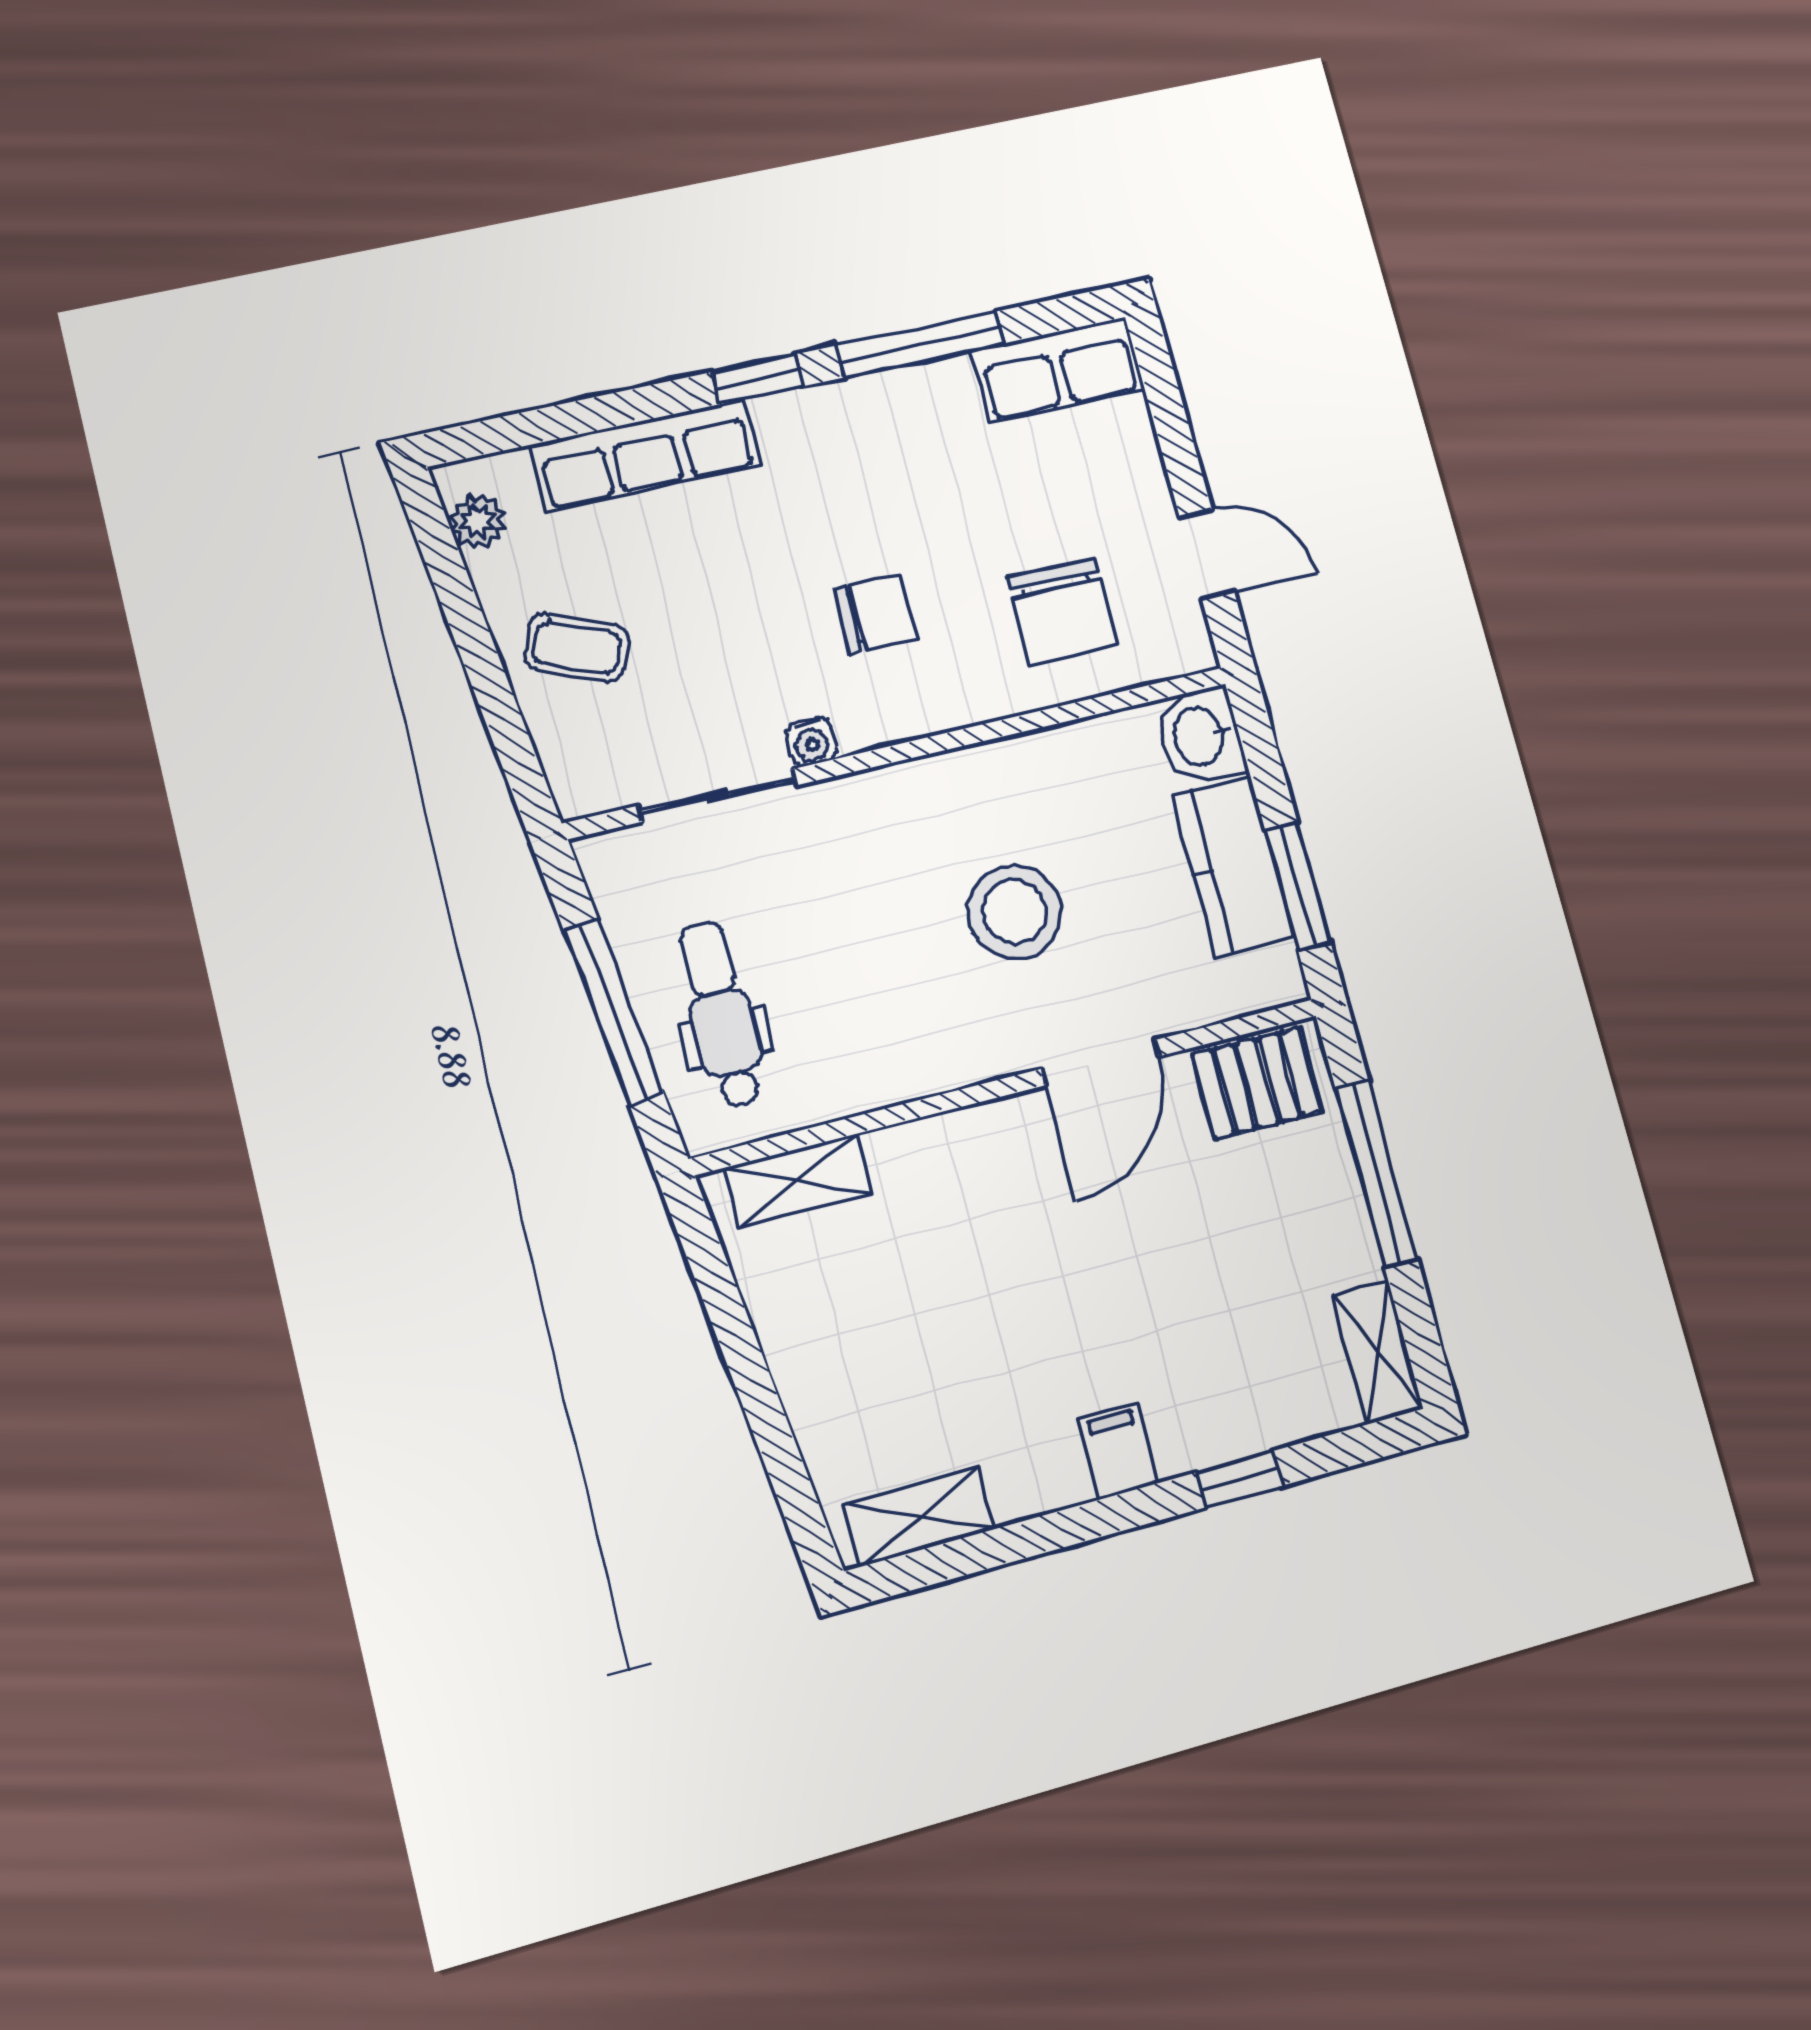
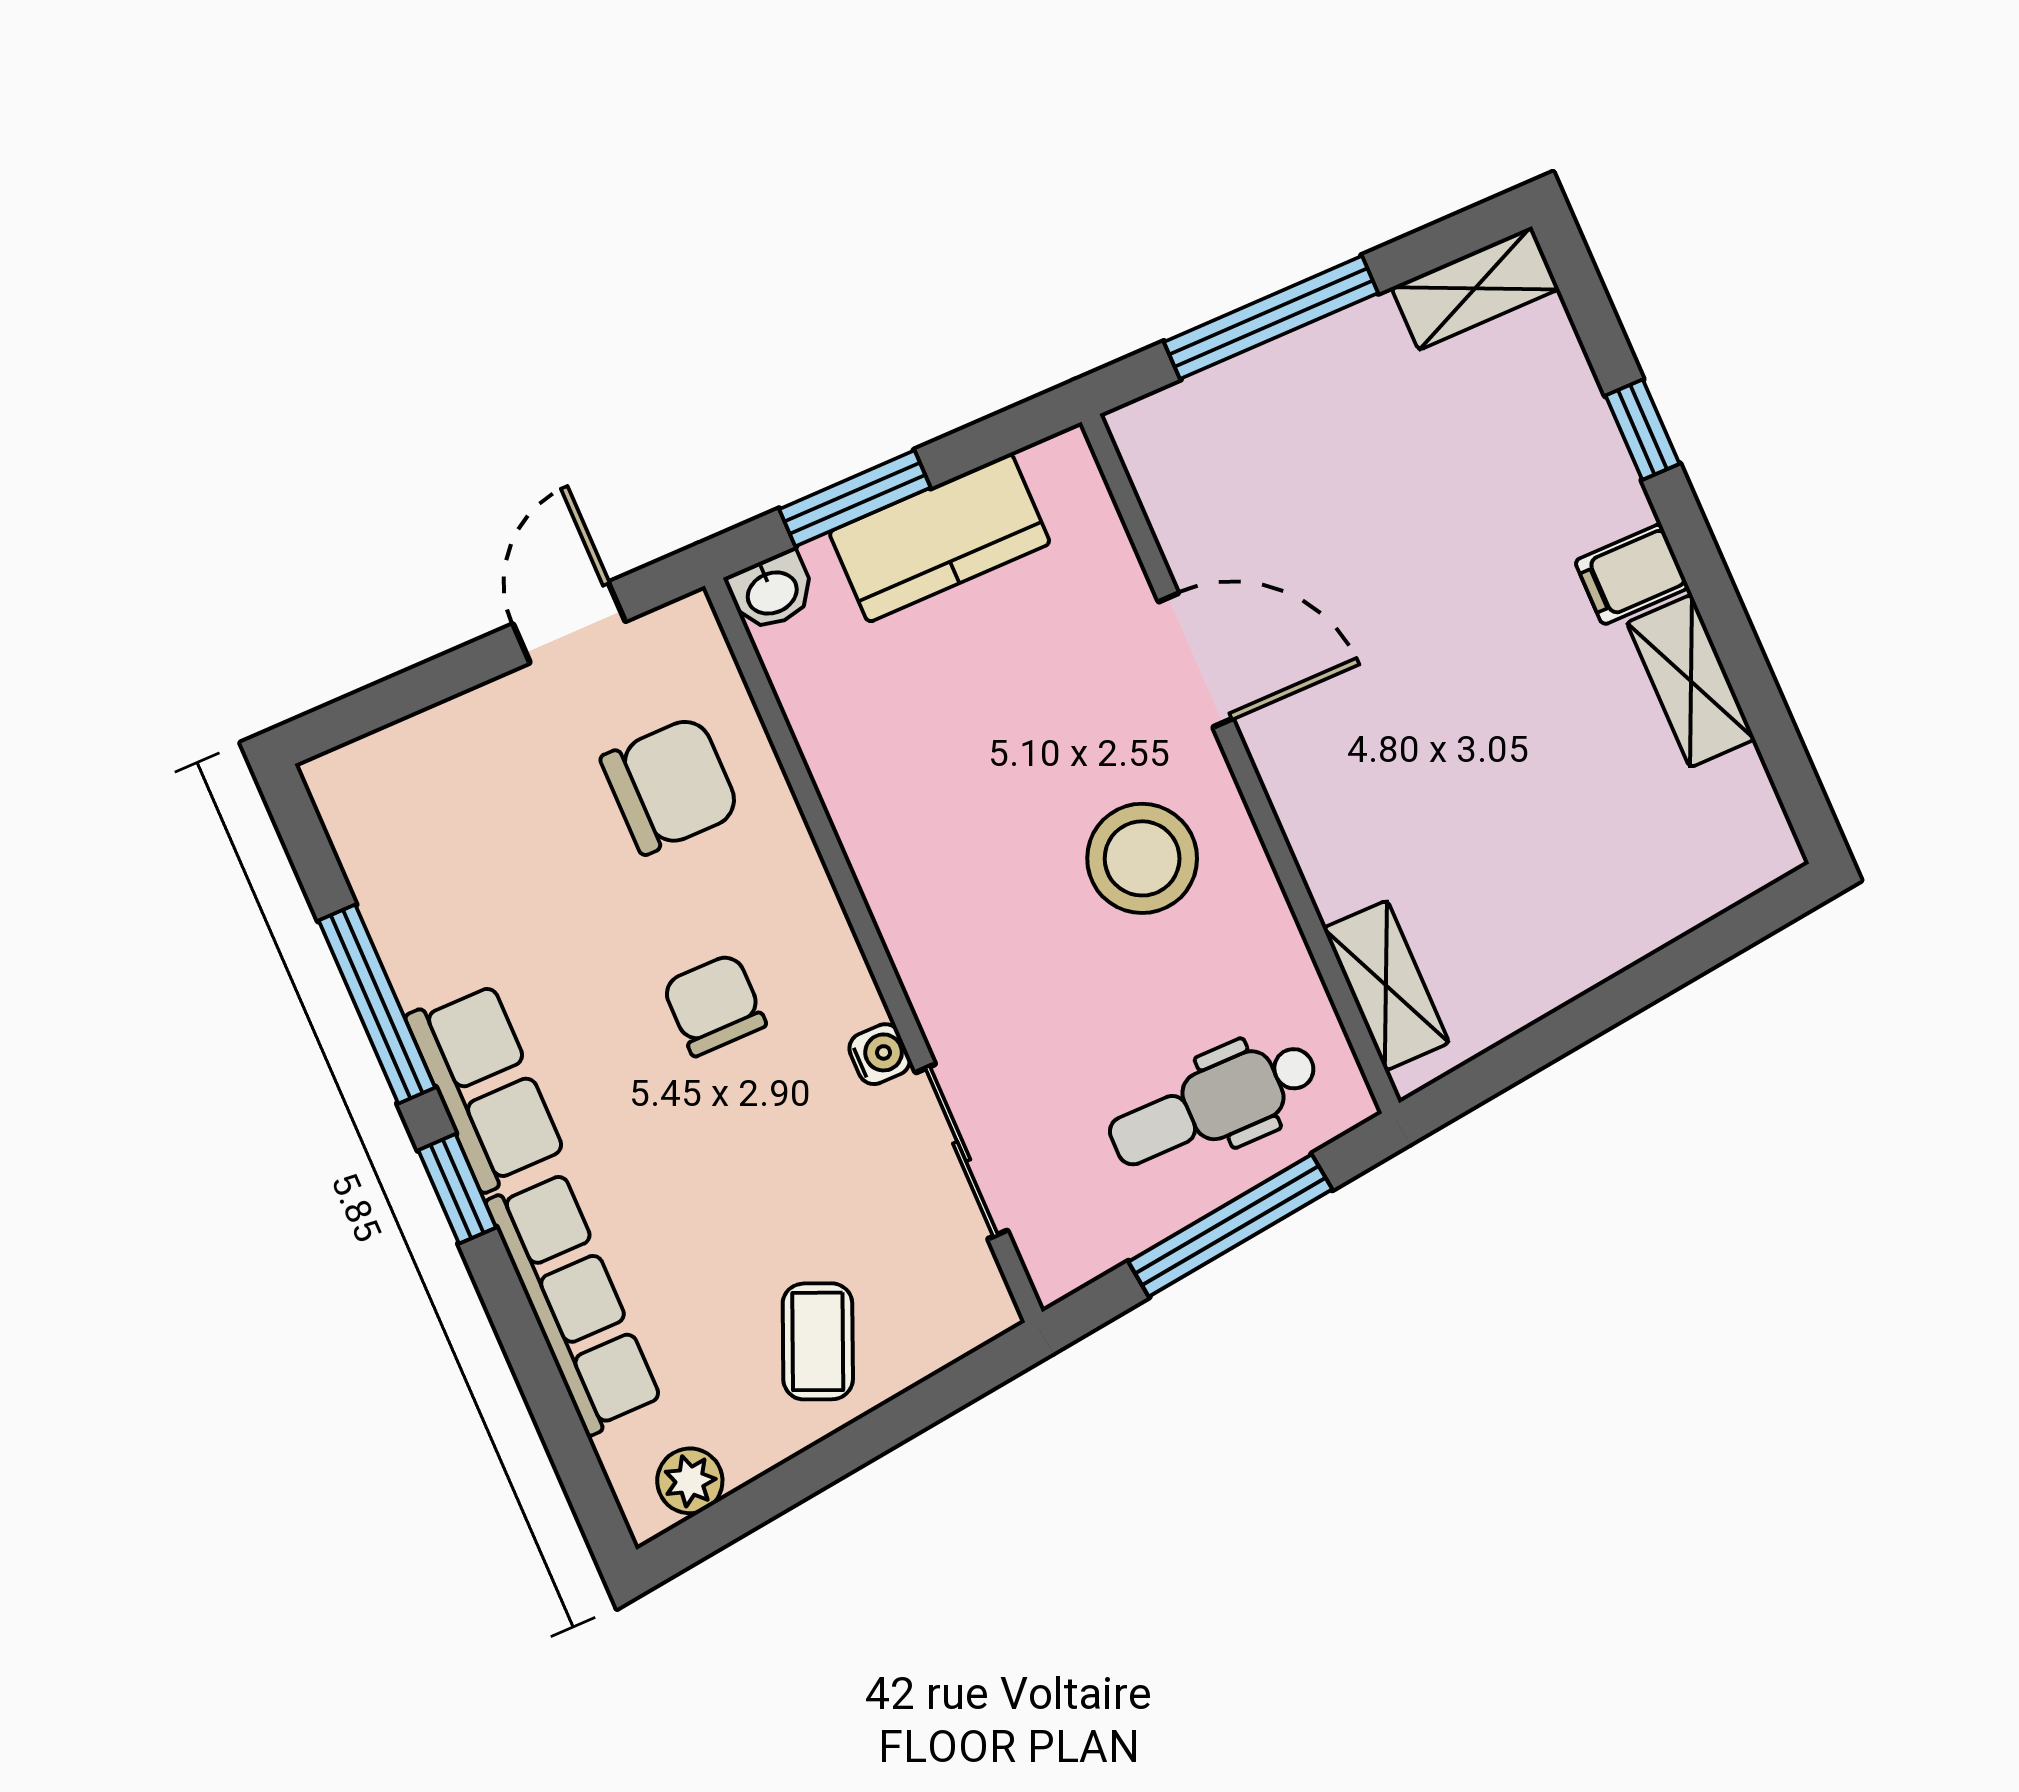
row of seats: (1058, 370) -> (486, 1087), moved
washbasin: (1201, 736) -> (771, 591), width x0.72, depth x0.69
window: (1298, 886) -> (855, 498), moved
stool: (1015, 912) -> (1142, 858), moved
pallet: (1257, 1083) -> (1189, 473), removed
shelving: (919, 1517) -> (1691, 681), moved

